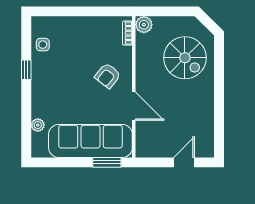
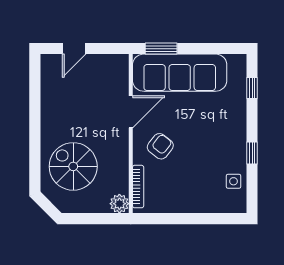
bookcase: (127, 33) -> (138, 187), width x1.56
door: (134, 106) -> (131, 112), swing flipped
plant: (38, 125) -> (239, 91), removed
window: (26, 127) -> (252, 88), added

